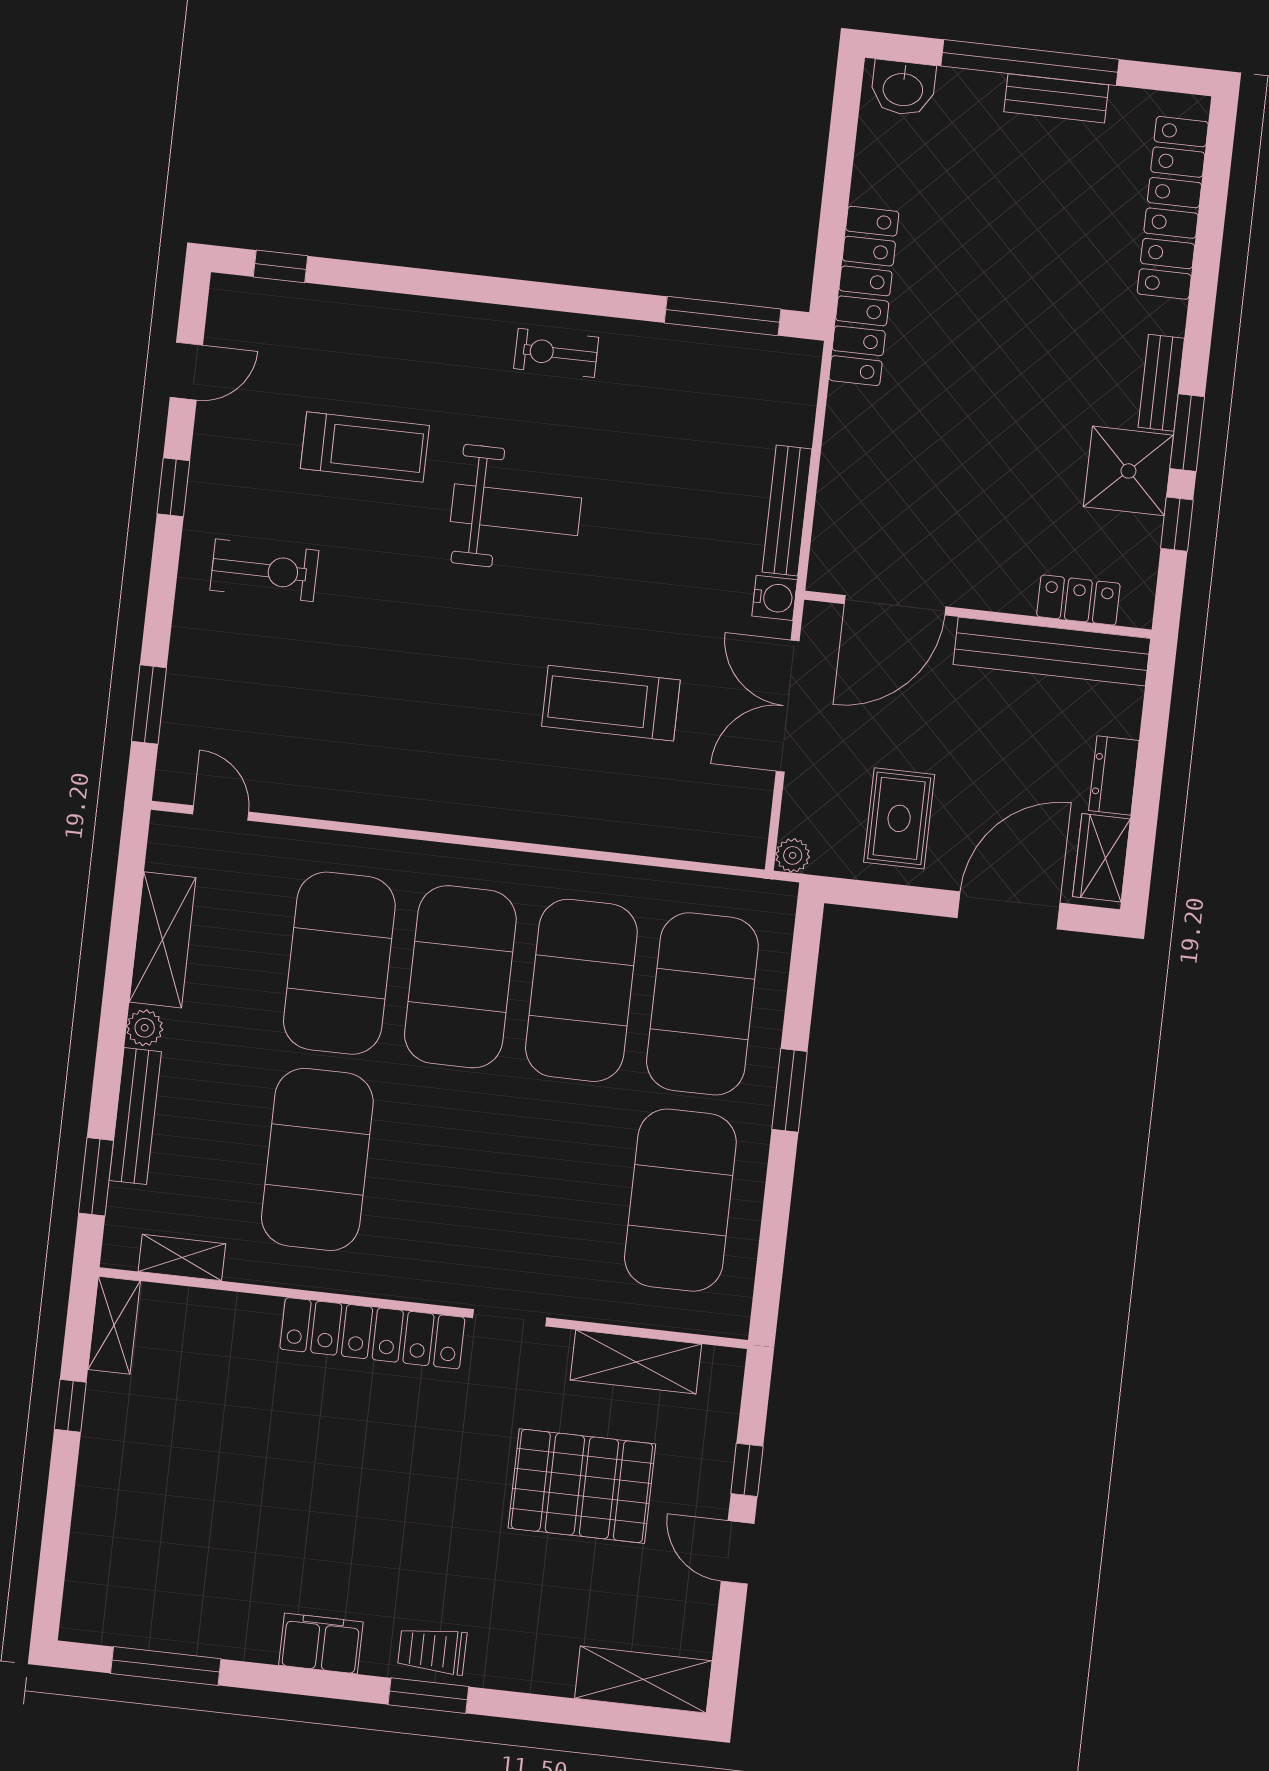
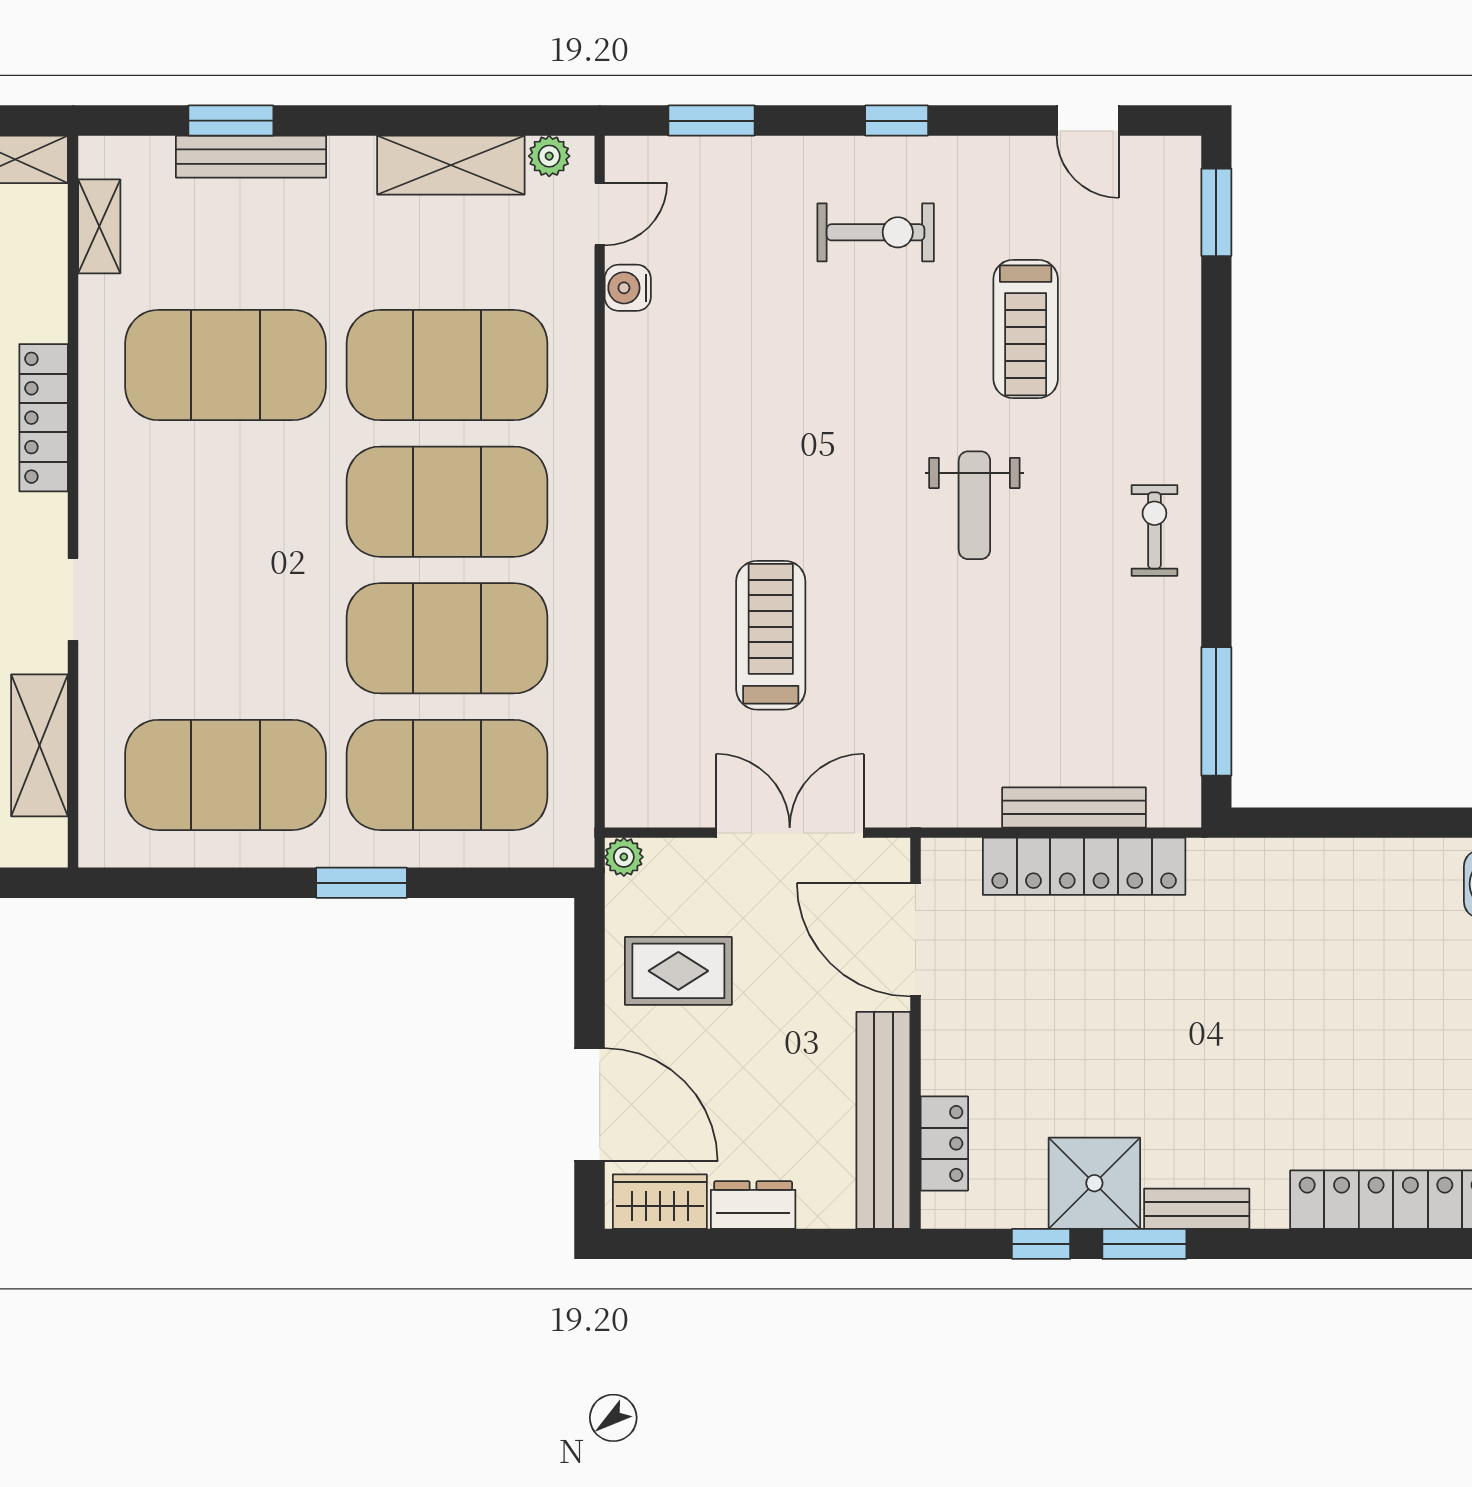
window: (280, 266) -> (1216, 212), width x1.50
locker: (864, 296) -> (1084, 866), moved
window: (173, 487) -> (897, 121), moved
weight bench: (516, 510) -> (974, 505), width x0.73, depth x0.75
bench: (787, 510) -> (1074, 808), moved
exercise bike: (264, 570) -> (876, 232), turned -90
water cooler: (775, 598) -> (628, 288), moved, turned 90
plant: (145, 1028) -> (549, 156), moved
window: (96, 1177) -> (231, 121), moved
locker: (372, 1333) -> (44, 418), width x0.71, depth x0.83

